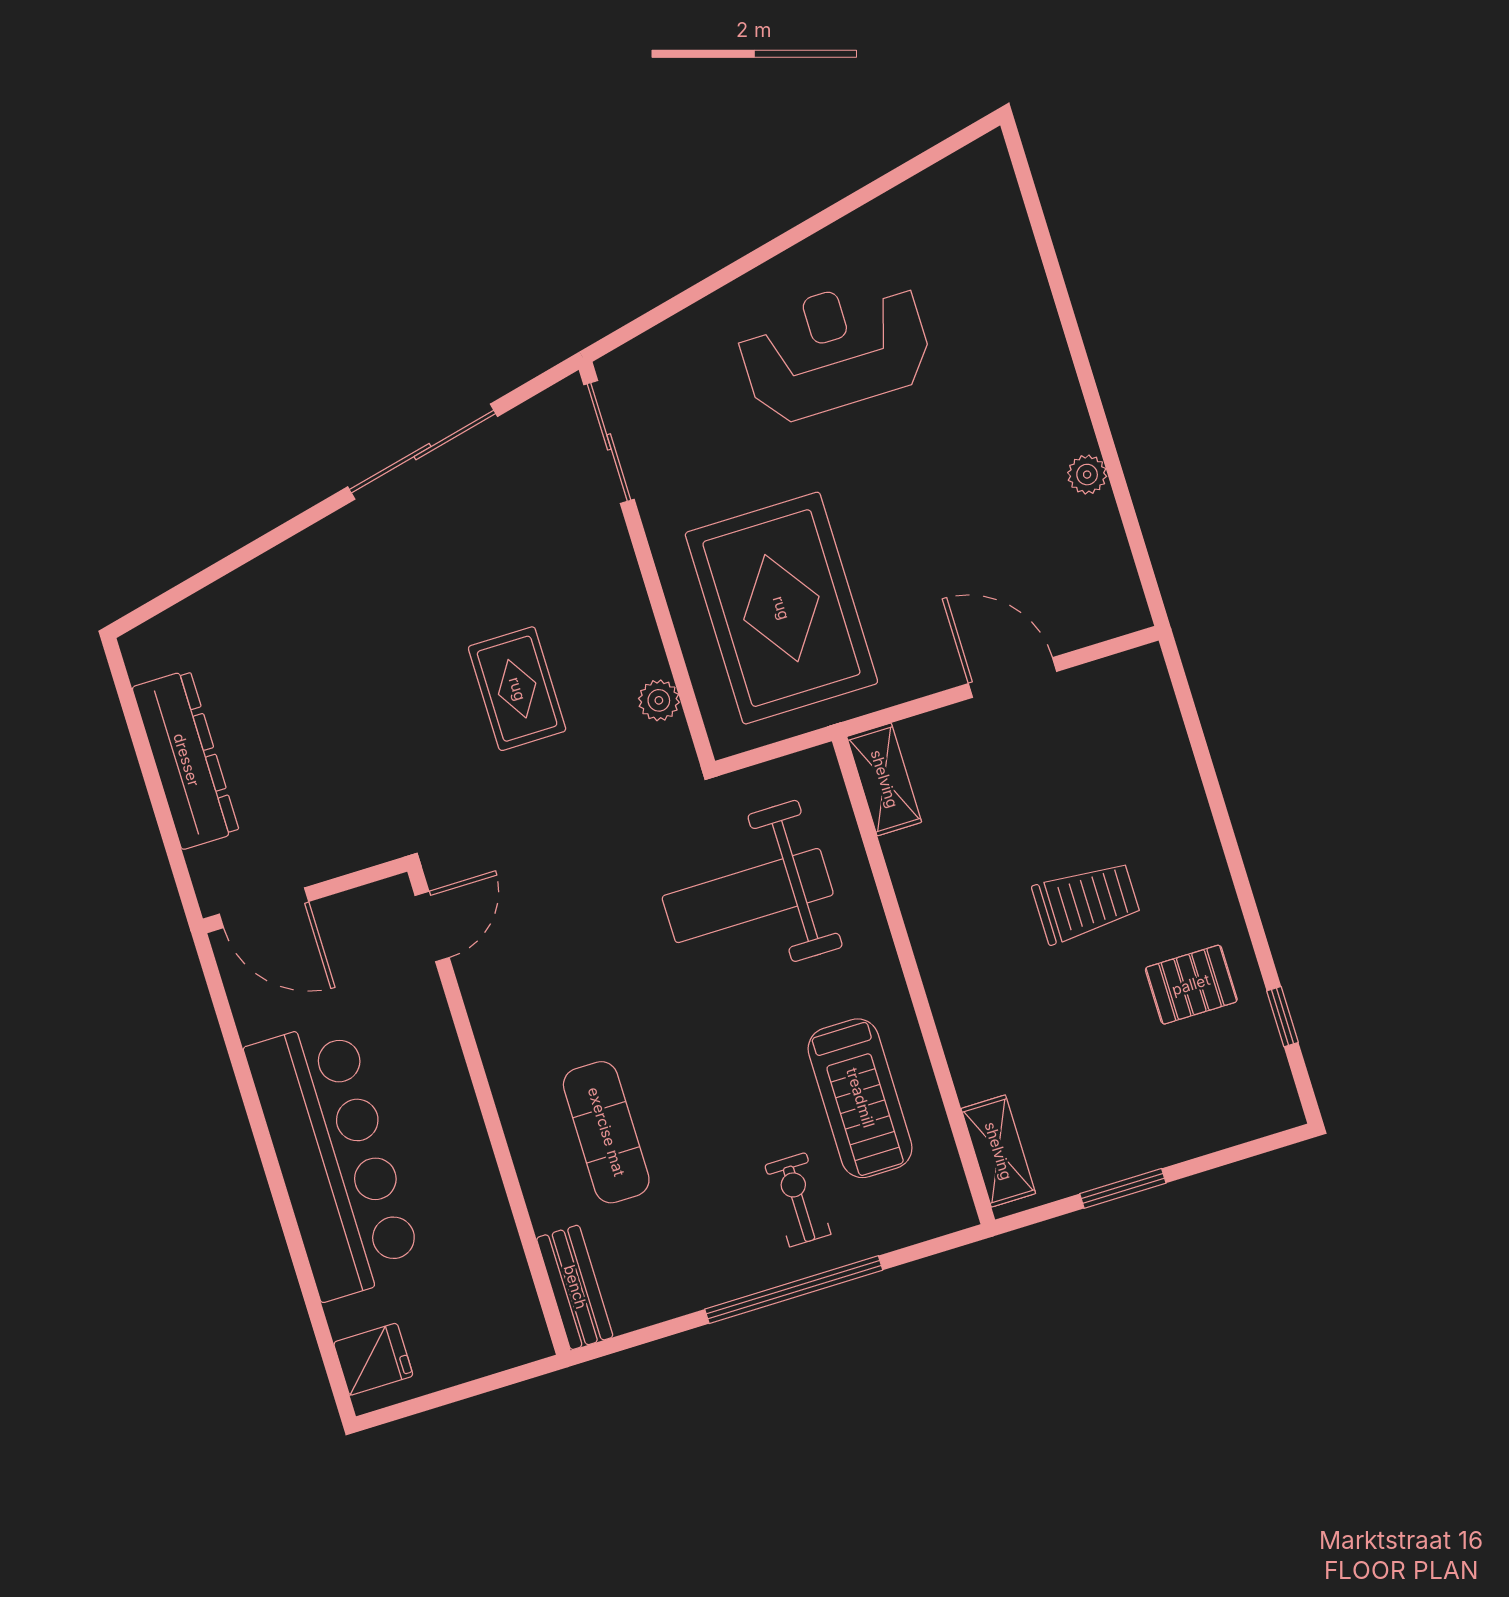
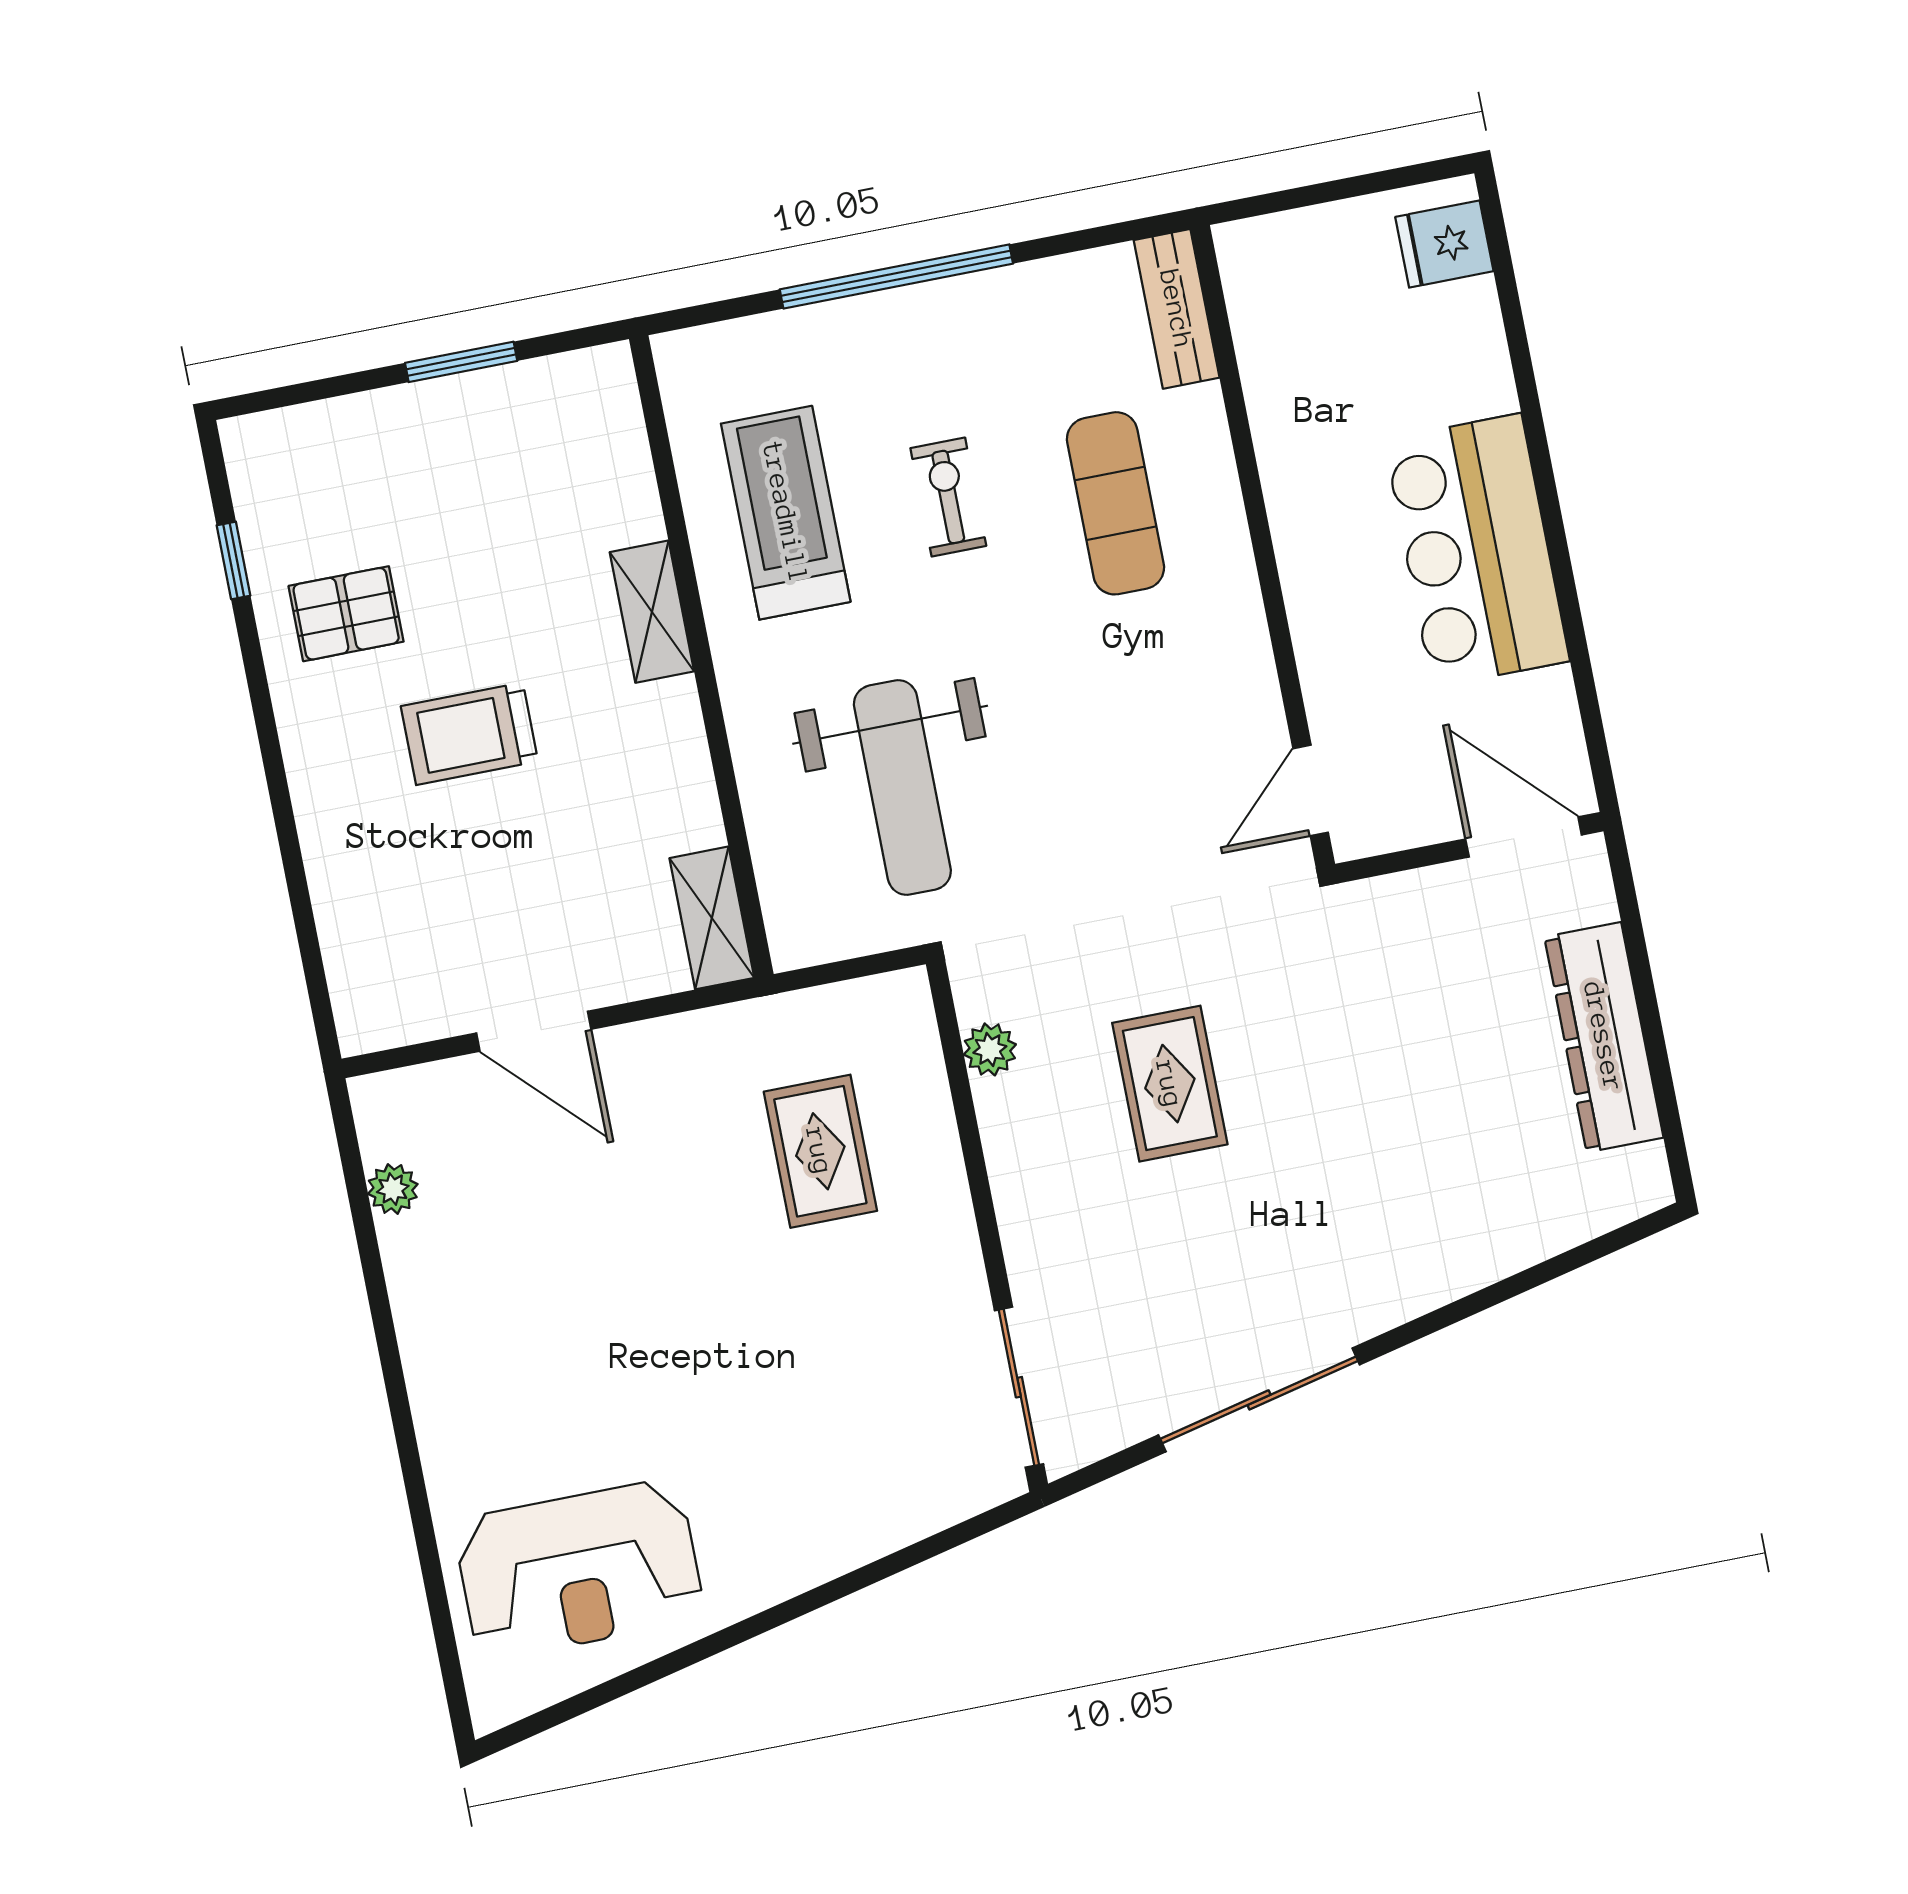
reception desk: (835, 349) -> (579, 1570), moved
plant: (1087, 475) -> (393, 1189), moved
rug: (781, 608) -> (820, 1151), width x0.54, depth x0.49
weight bench: (748, 896) -> (902, 788), turned 90
shelving: (998, 1151) -> (652, 612), moved
bar counter: (334, 1159) -> (1477, 550), width x0.73
exercise bike: (798, 1200) -> (948, 497), moved, turned 180

